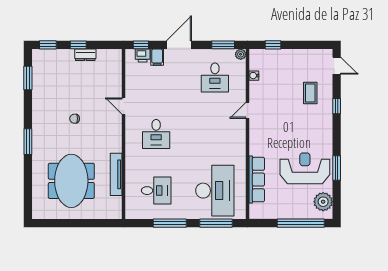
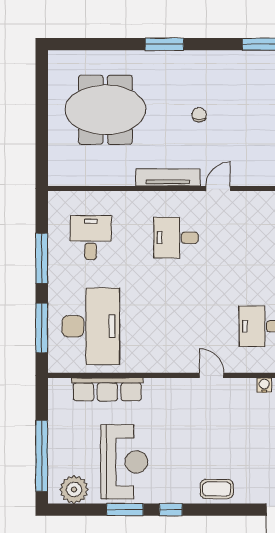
coffee table: (310, 93) -> (217, 489), moved
window: (337, 106) -> (171, 510), moved
tv unit: (116, 174) -> (168, 177), moved
desk: (156, 191) -> (91, 238), turned 180
desk: (215, 191) -> (91, 326), turned -90

